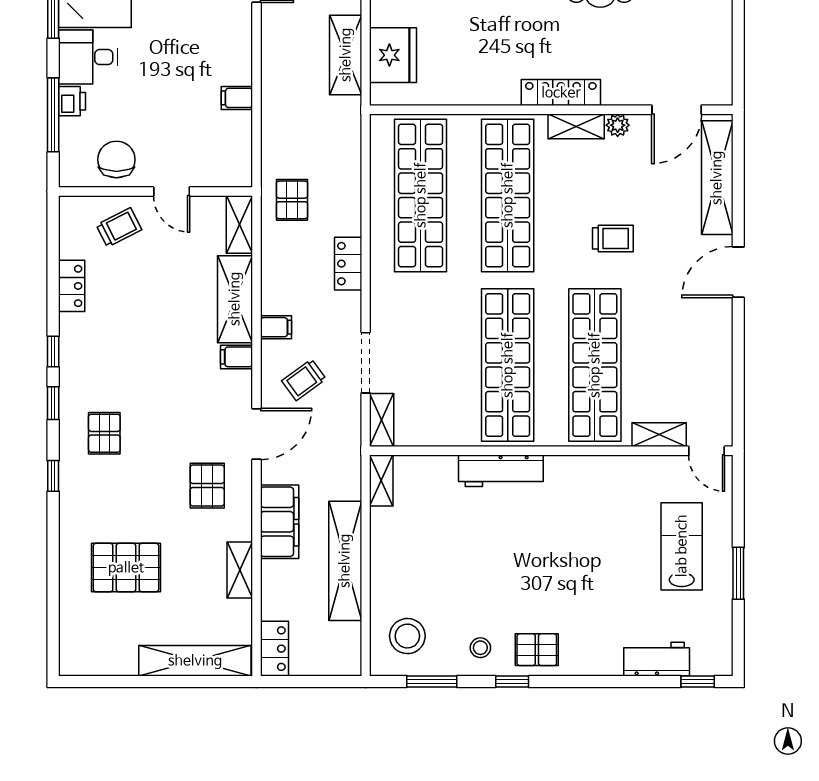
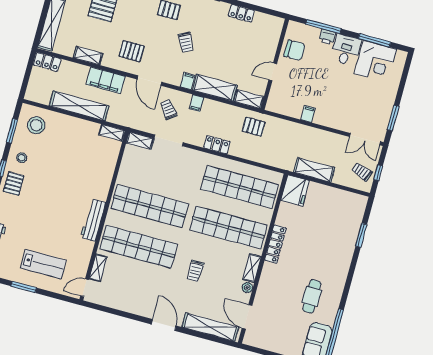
fridge: (393, 55) -> (295, 190), moved, turned -90
locker: (561, 93) -> (275, 244), moved
trolley: (119, 227) -> (186, 42), moved
workbench: (501, 471) -> (93, 220), moved

